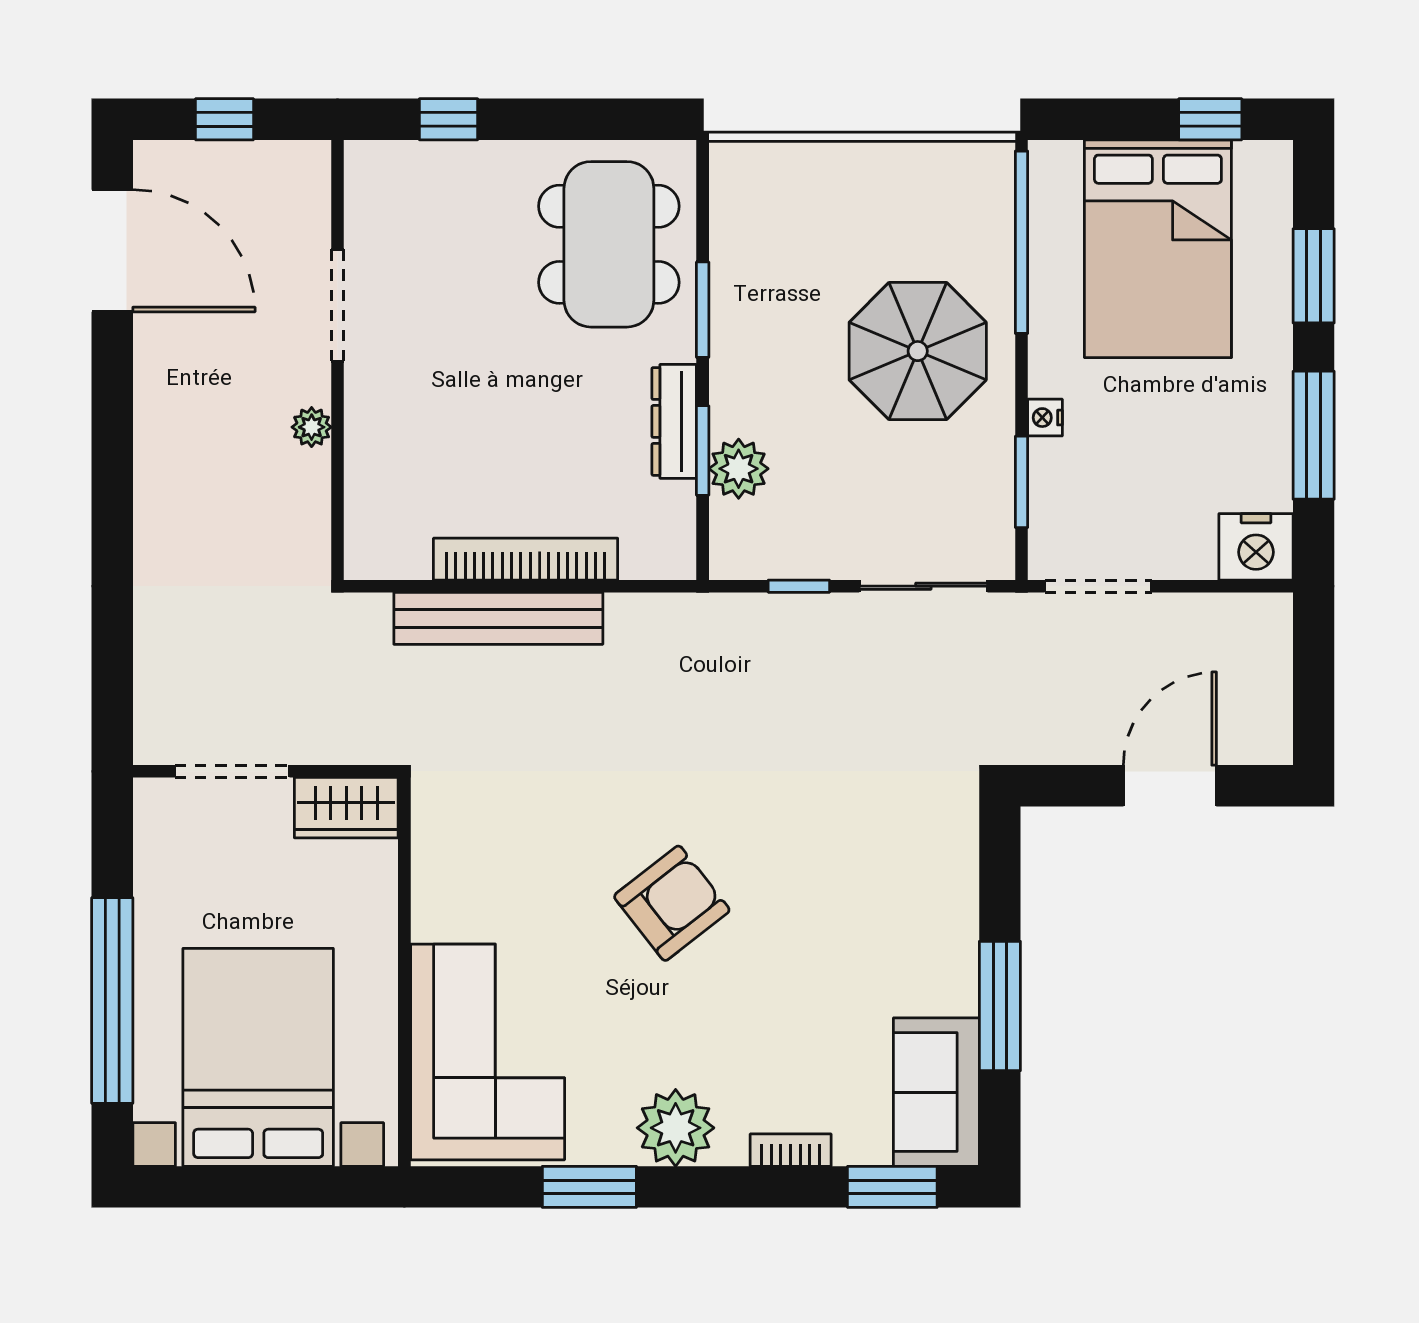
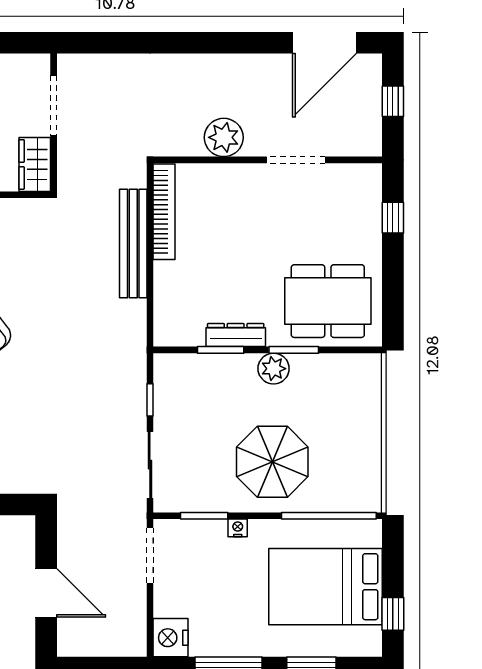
plant: (312, 427) -> (224, 137), width x1.87, depth x1.87
plant: (739, 469) -> (274, 369), moved
bookcase: (526, 559) -> (164, 212), moved

